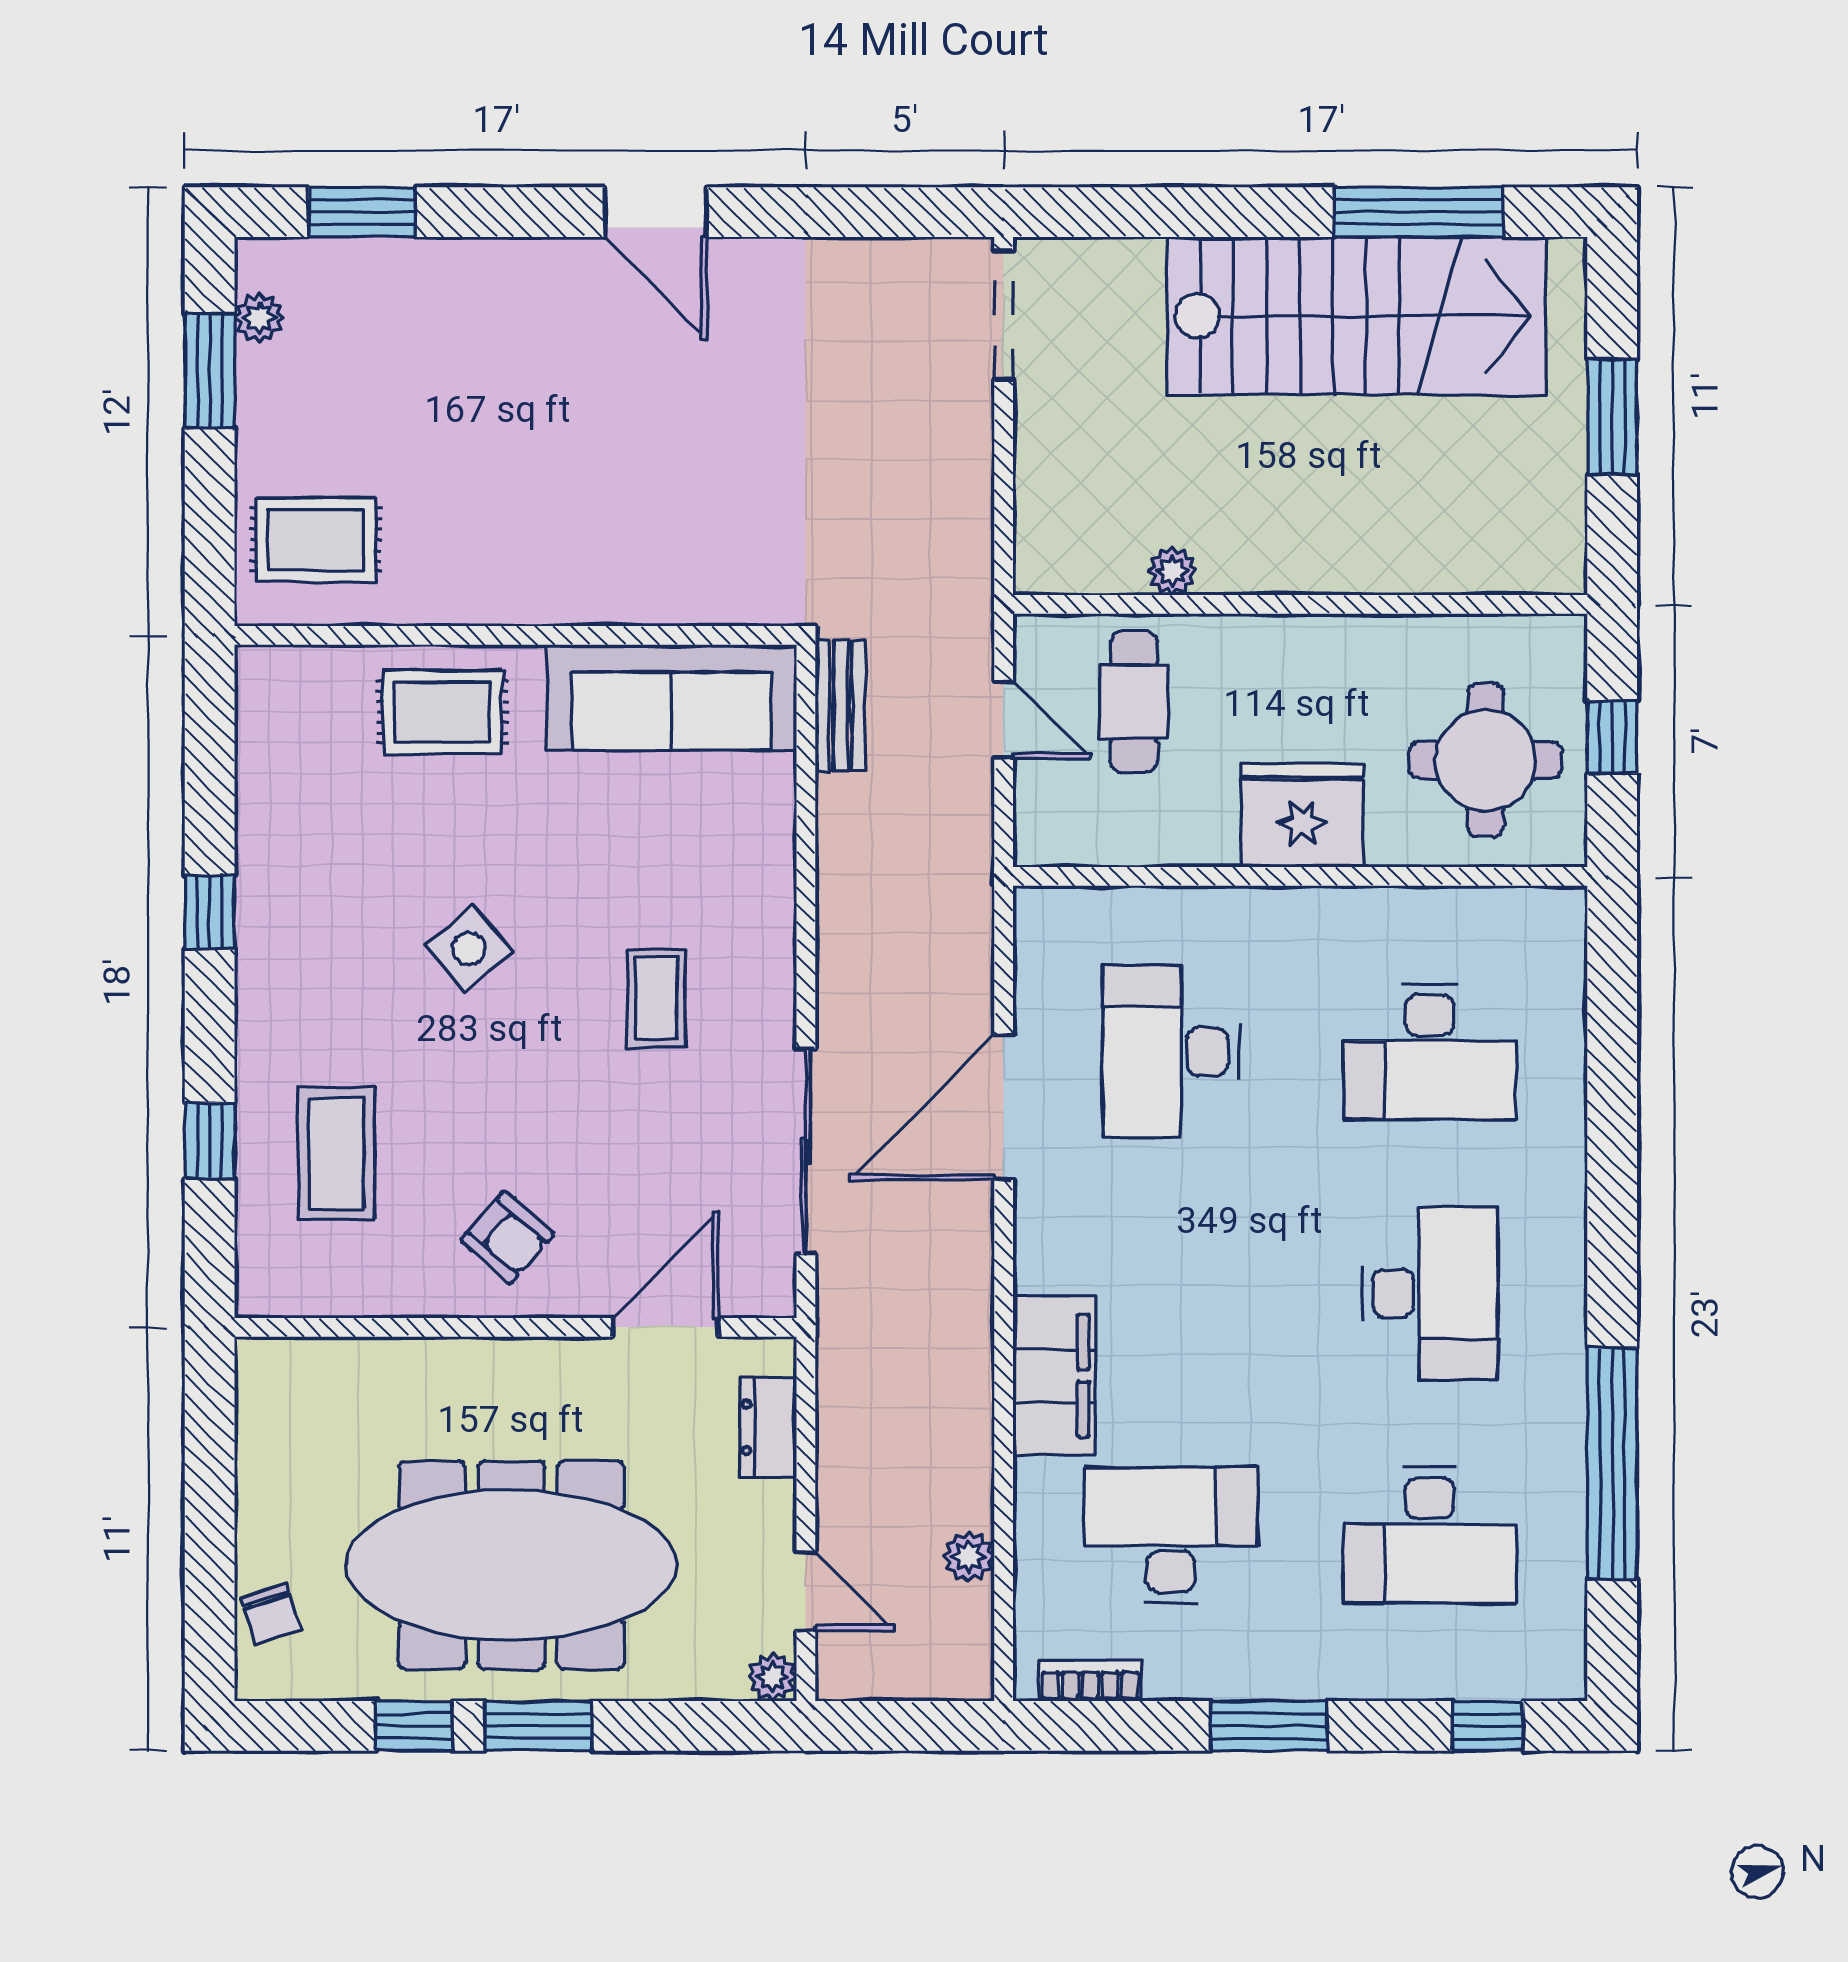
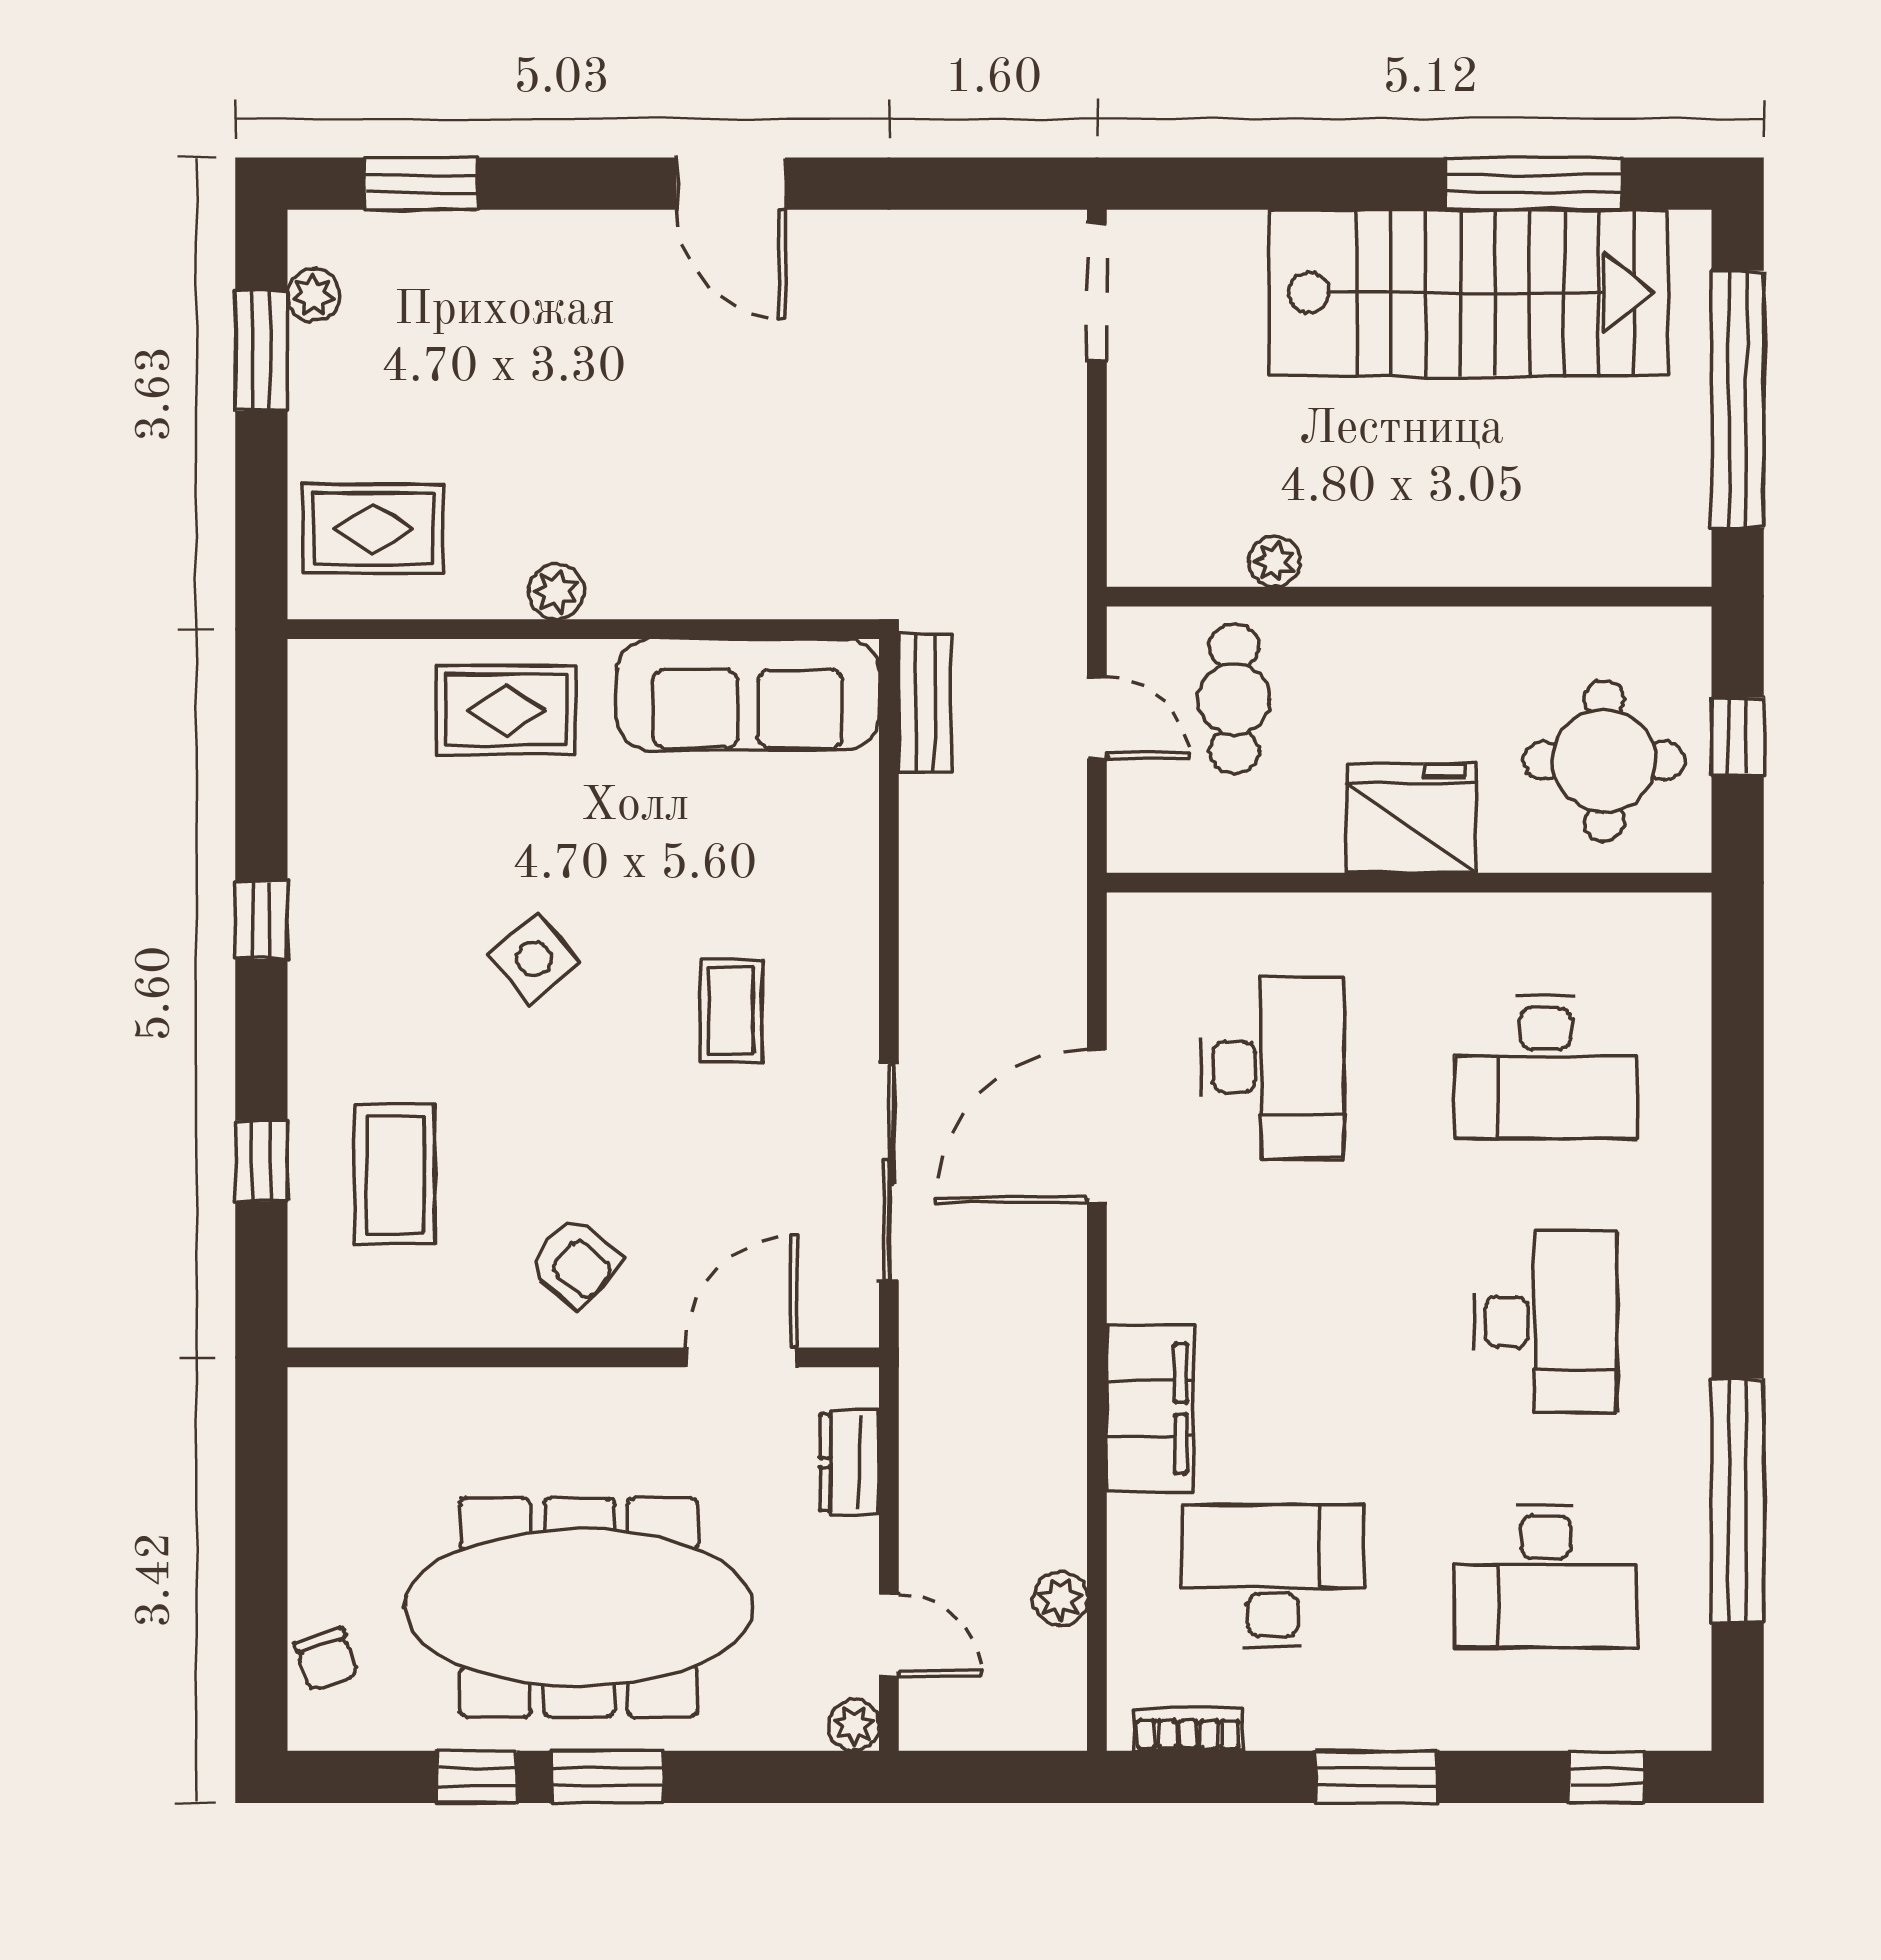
window: (1612, 417) -> (1738, 399), width x2.11
plant: (490, 600) -> (556, 592), added
desk: (1170, 1052) -> (1273, 1067), turned 180

